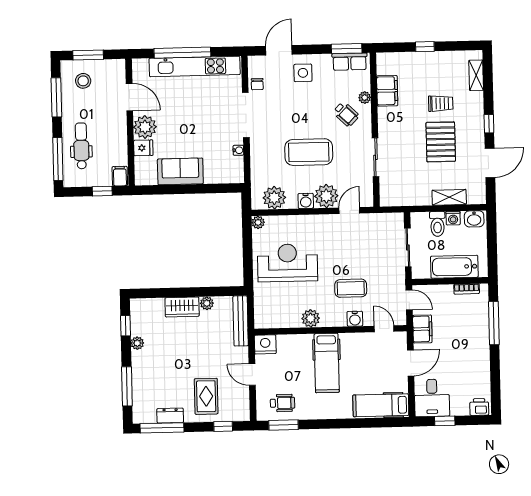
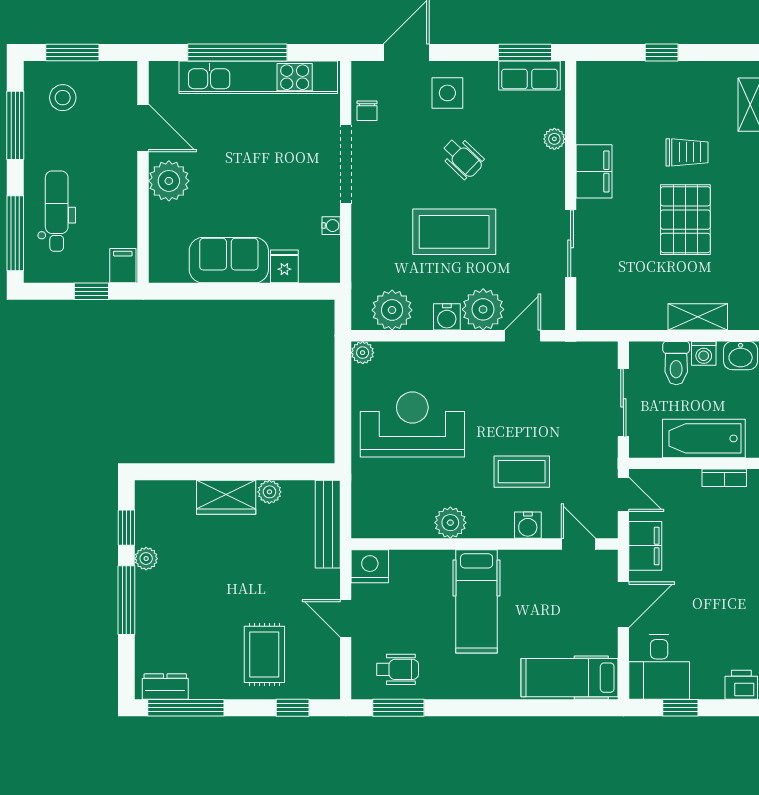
filing cabinet: (387, 91) -> (594, 171), moved
wheelchair: (346, 114) -> (462, 158), moved
fridge: (143, 148) -> (284, 266), moved, turned -90
window: (127, 386) -> (126, 600), moved
dresser: (170, 416) -> (165, 687), moved

